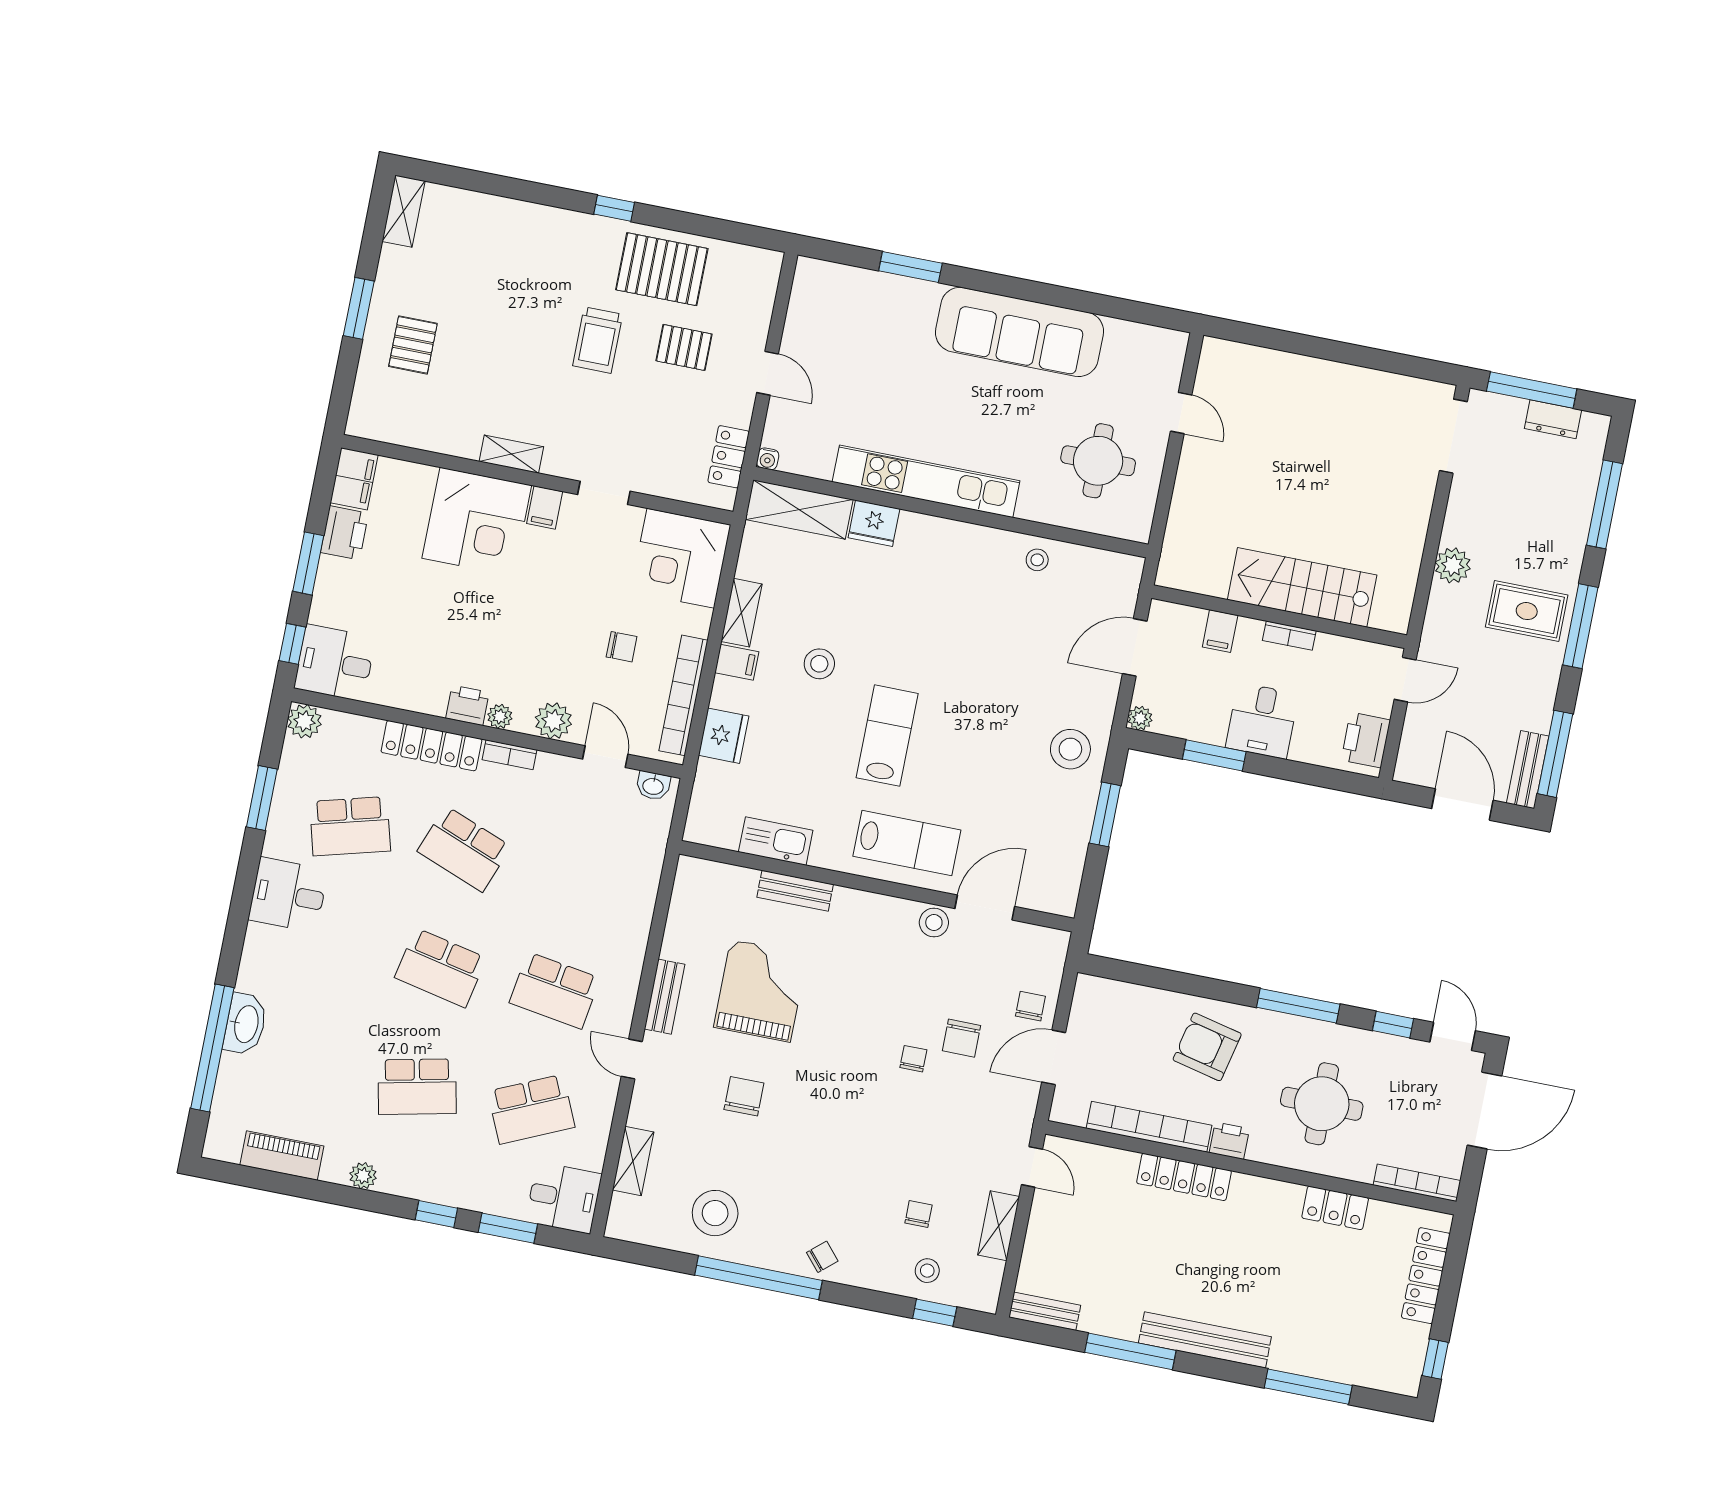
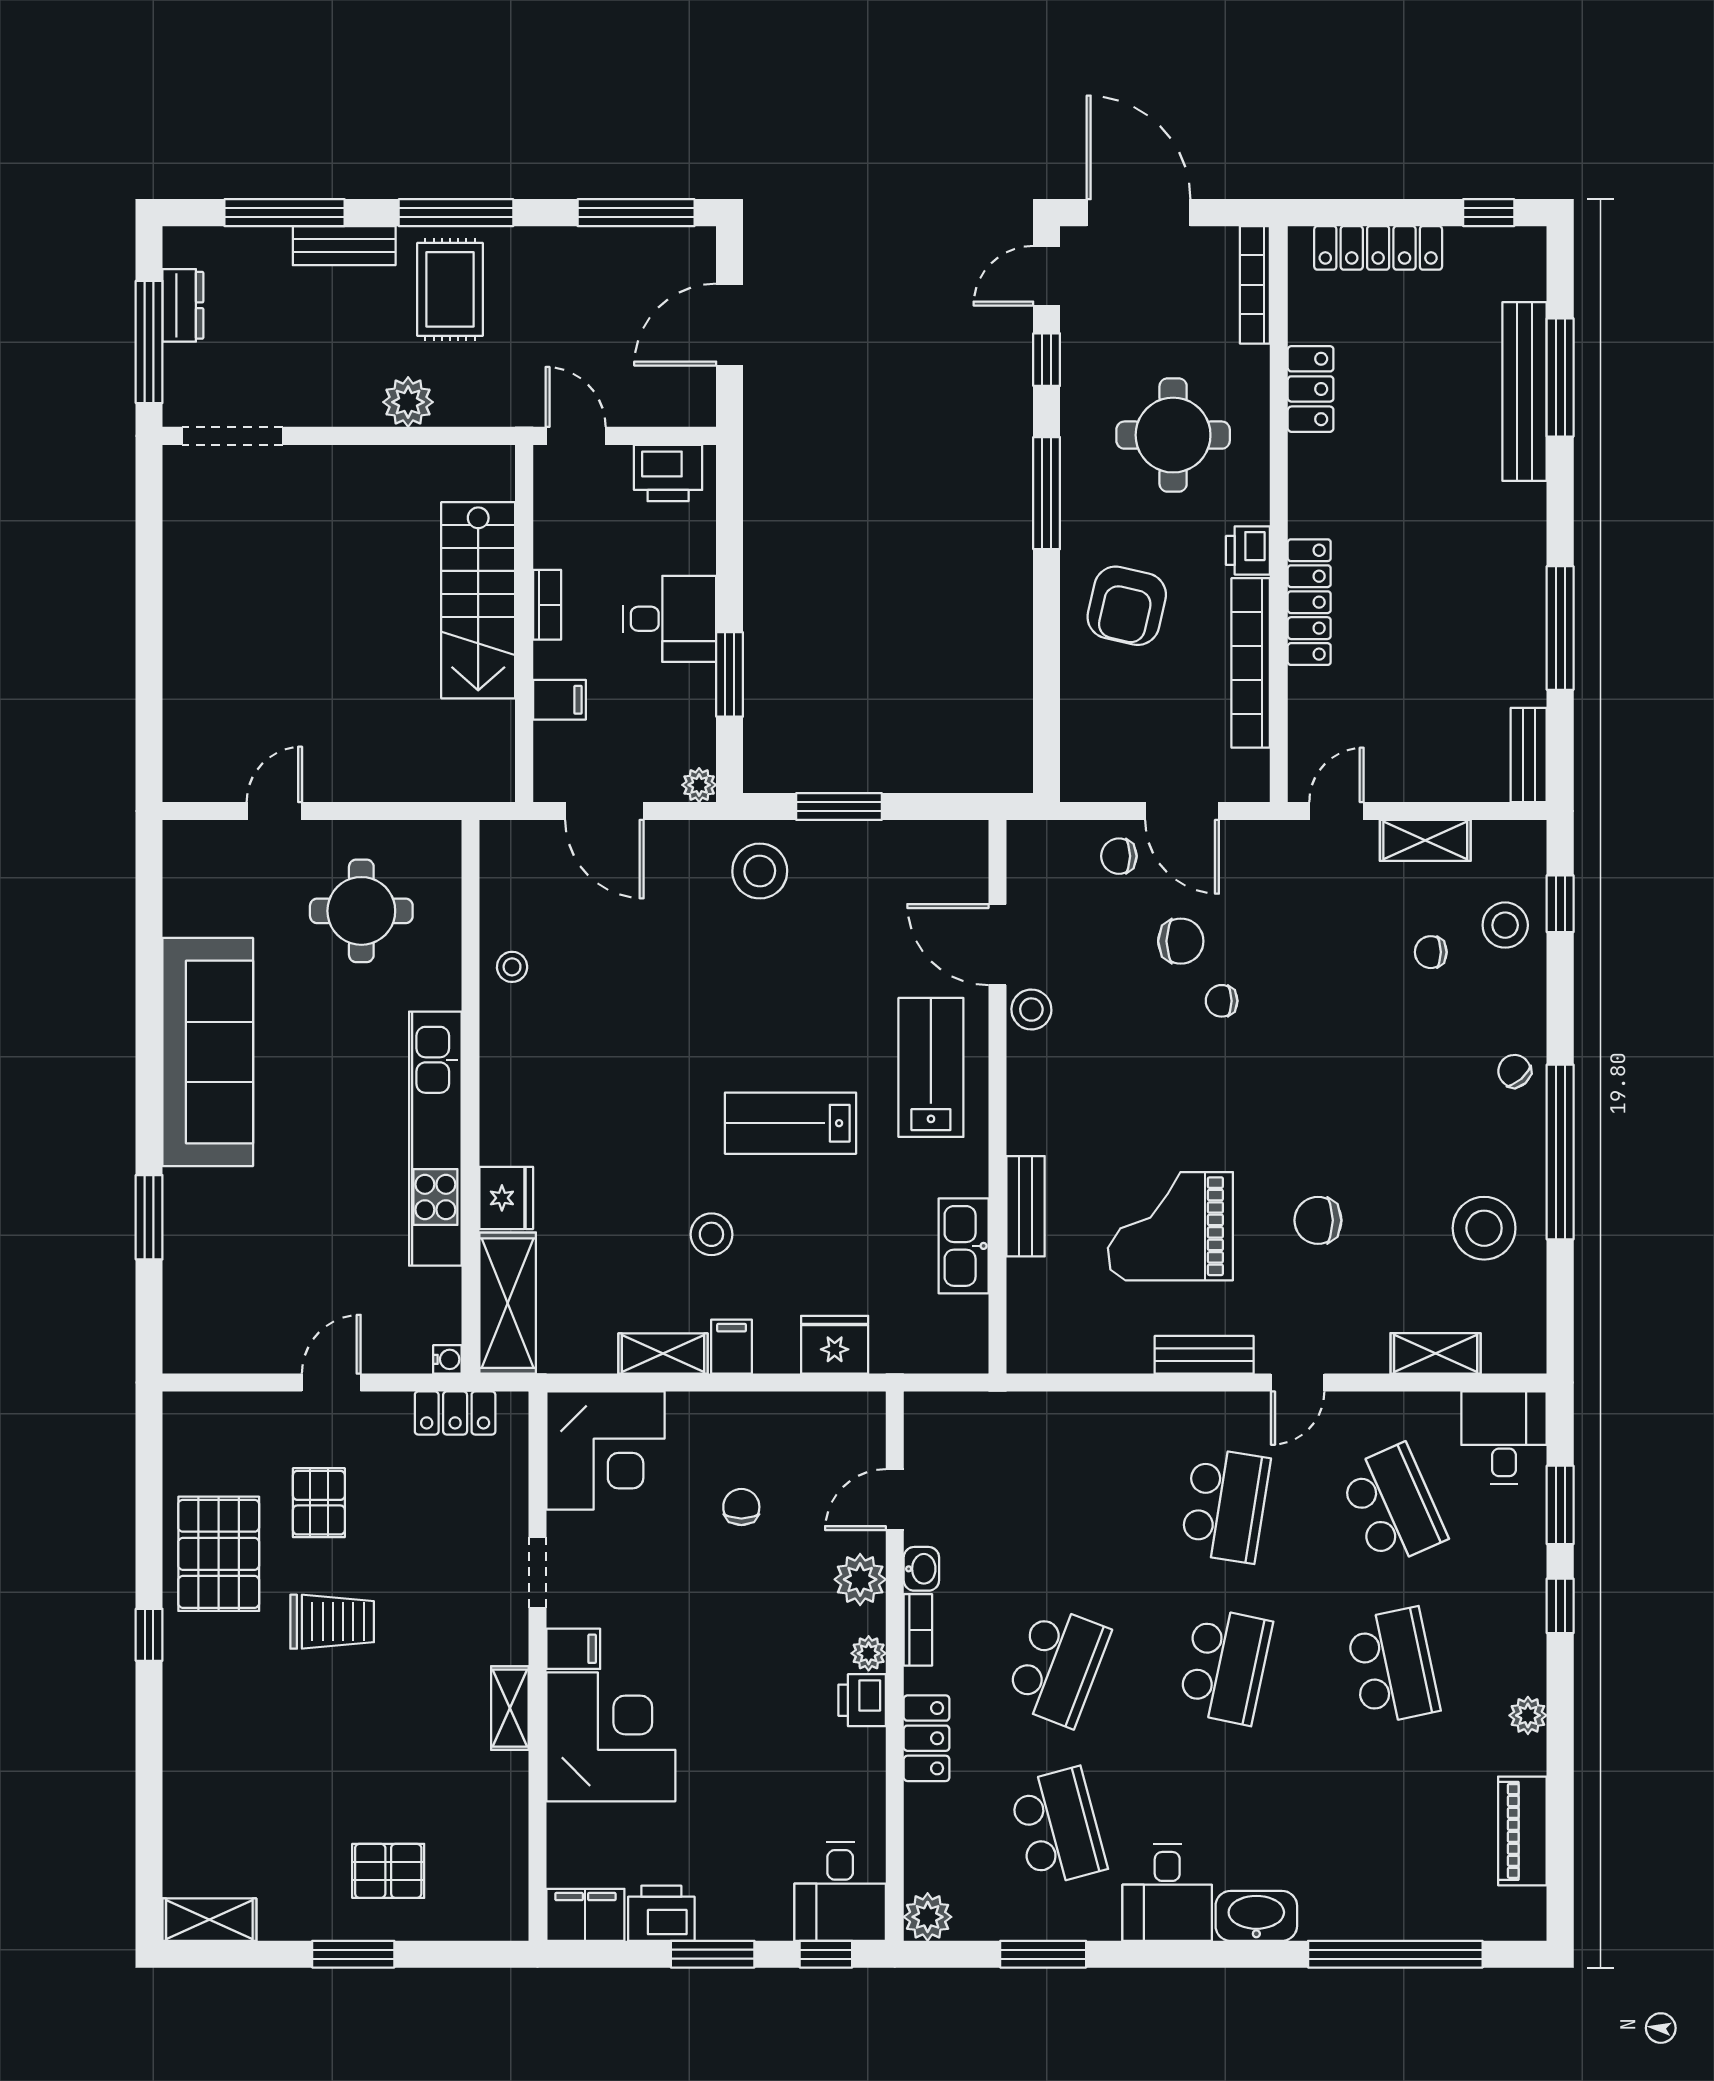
bookcase: (683, 695) -> (791, 1410), removed
locker: (431, 746) -> (927, 1738), width x0.66
bench: (1528, 770) -> (344, 246), moved
washbasin: (653, 786) -> (921, 1569), moved
washbasin: (245, 1024) -> (1256, 1916), moved
stool: (927, 1271) -> (1505, 925), width x1.37, depth x1.37
bench: (1205, 1340) -> (1524, 392), moved

